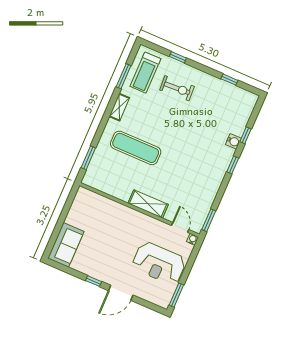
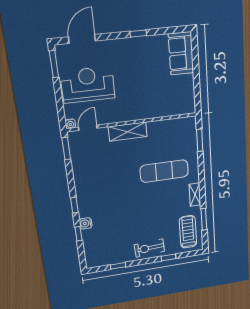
exercise bike: (177, 88) -> (149, 248), moved
door: (180, 227) -> (88, 128), swing flipped
door: (121, 293) -> (82, 39), moved

